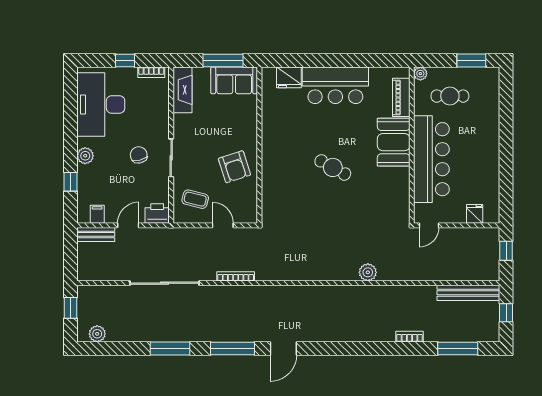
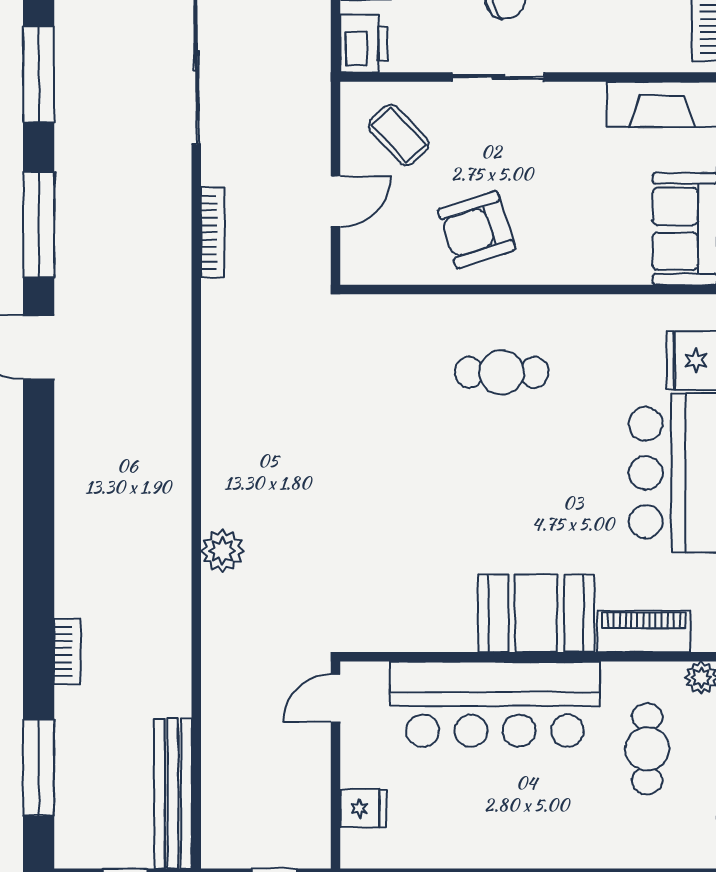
cafe table: (333, 167) -> (502, 372), moved, turned 61
coffee table: (195, 199) -> (399, 135), turned -57
door: (429, 225) -> (336, 698), hinge flipped

